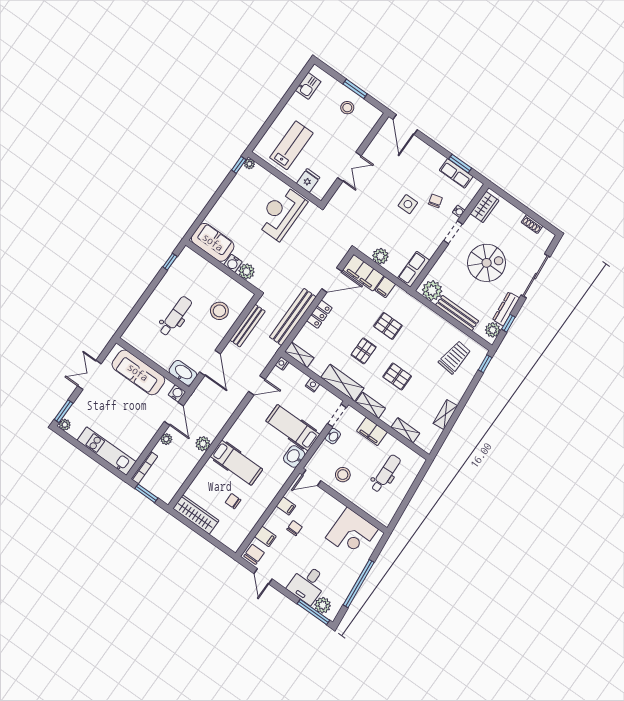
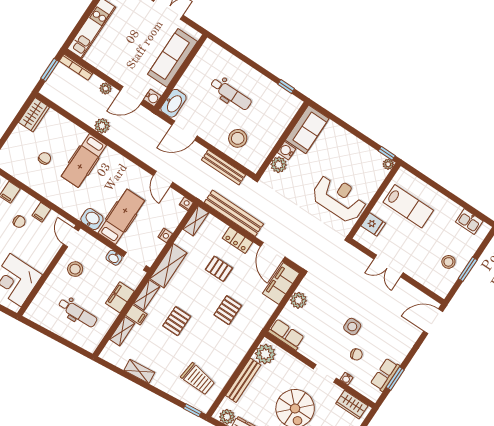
filing cabinet: (385, 287) -> (136, 315), moved, turned 180
pallet: (364, 351) -> (219, 269), moved
wardrobe: (196, 515) -> (34, 115), width x0.67

